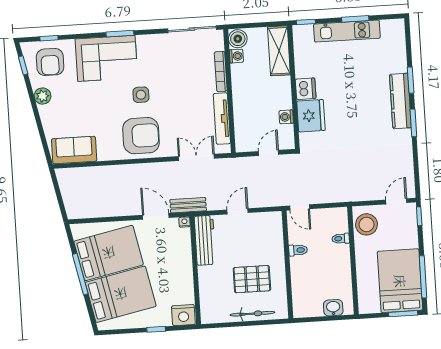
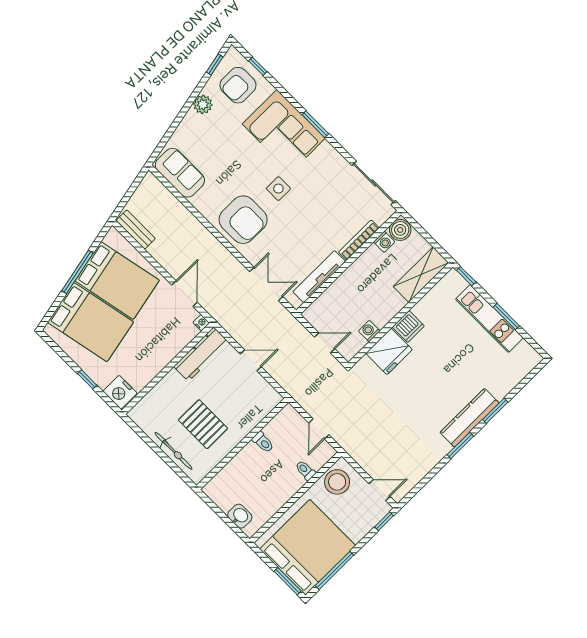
bench: (188, 205) -> (136, 229), moved
door: (300, 207) -> (319, 429), moved
bed: (400, 281) -> (308, 547), width x1.36

